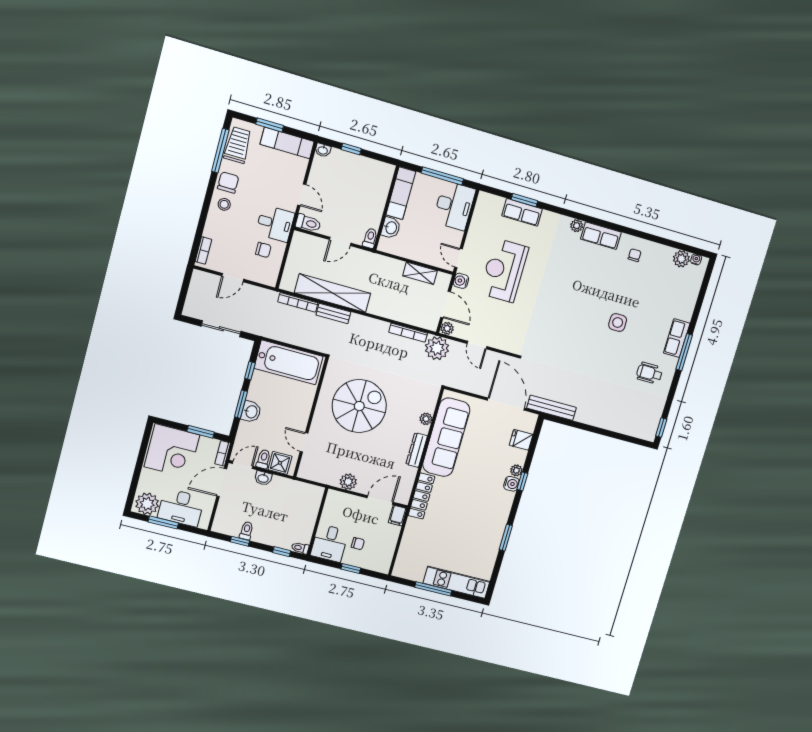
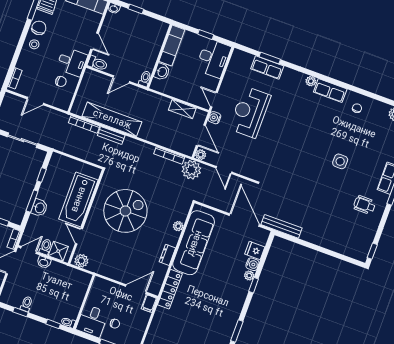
window: (442, 176) -> (206, 35), width x0.46
bathtub: (289, 362) -> (78, 199), moved, turned 90
dresser: (417, 450) -> (167, 255), width x0.70
plant: (348, 482) -> (81, 261), moved
water cooler: (511, 484) -> (252, 264), moved

